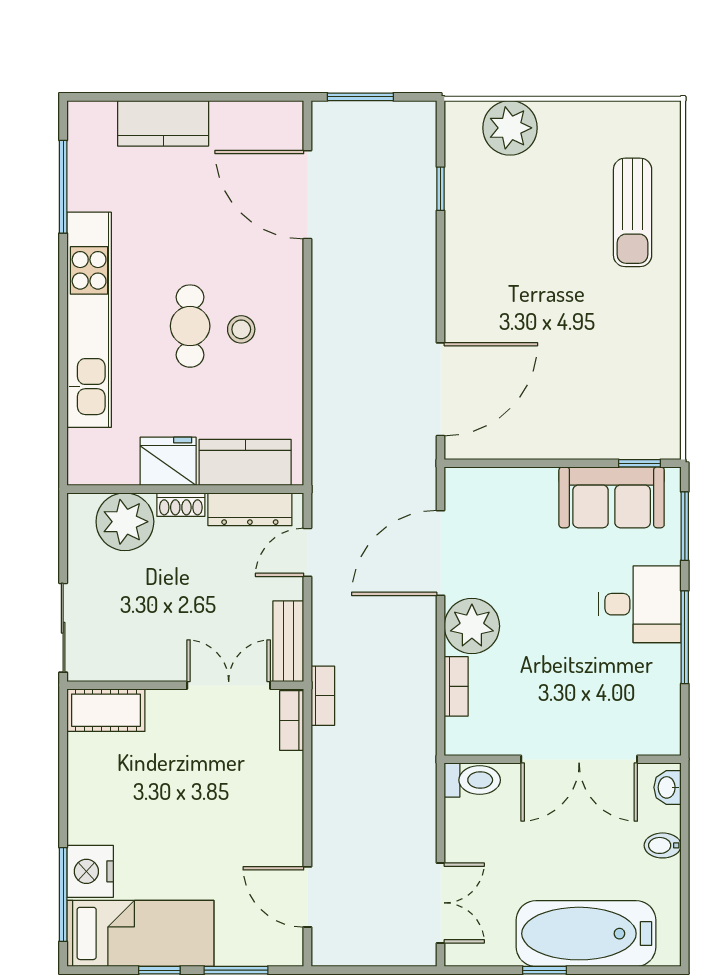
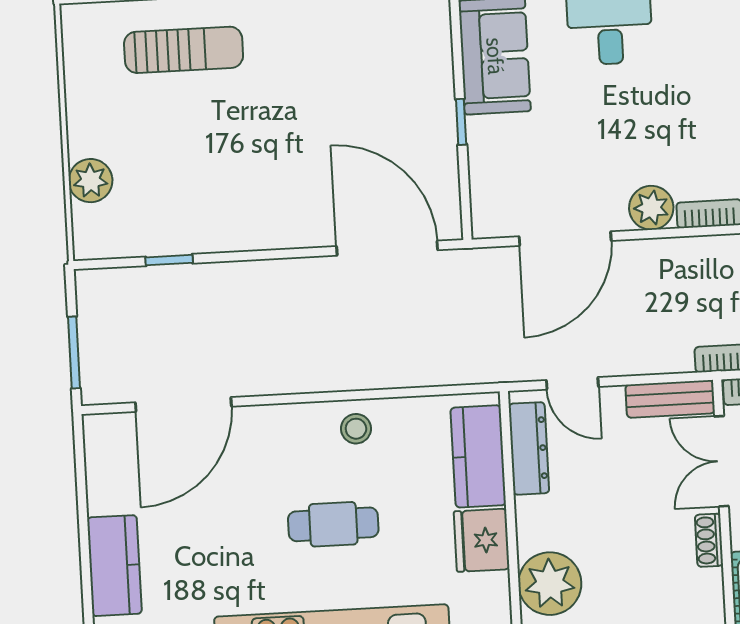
plant: (510, 128) -> (91, 181), width x0.73, depth x0.73
stool: (241, 329) -> (356, 429), moved
window: (640, 463) -> (461, 122), moved
shoe rack: (181, 505) -> (709, 540), moved, turned 180
door: (441, 553) -> (565, 239), hinge flipped
plant: (472, 626) -> (651, 208), width x0.73, depth x0.73

